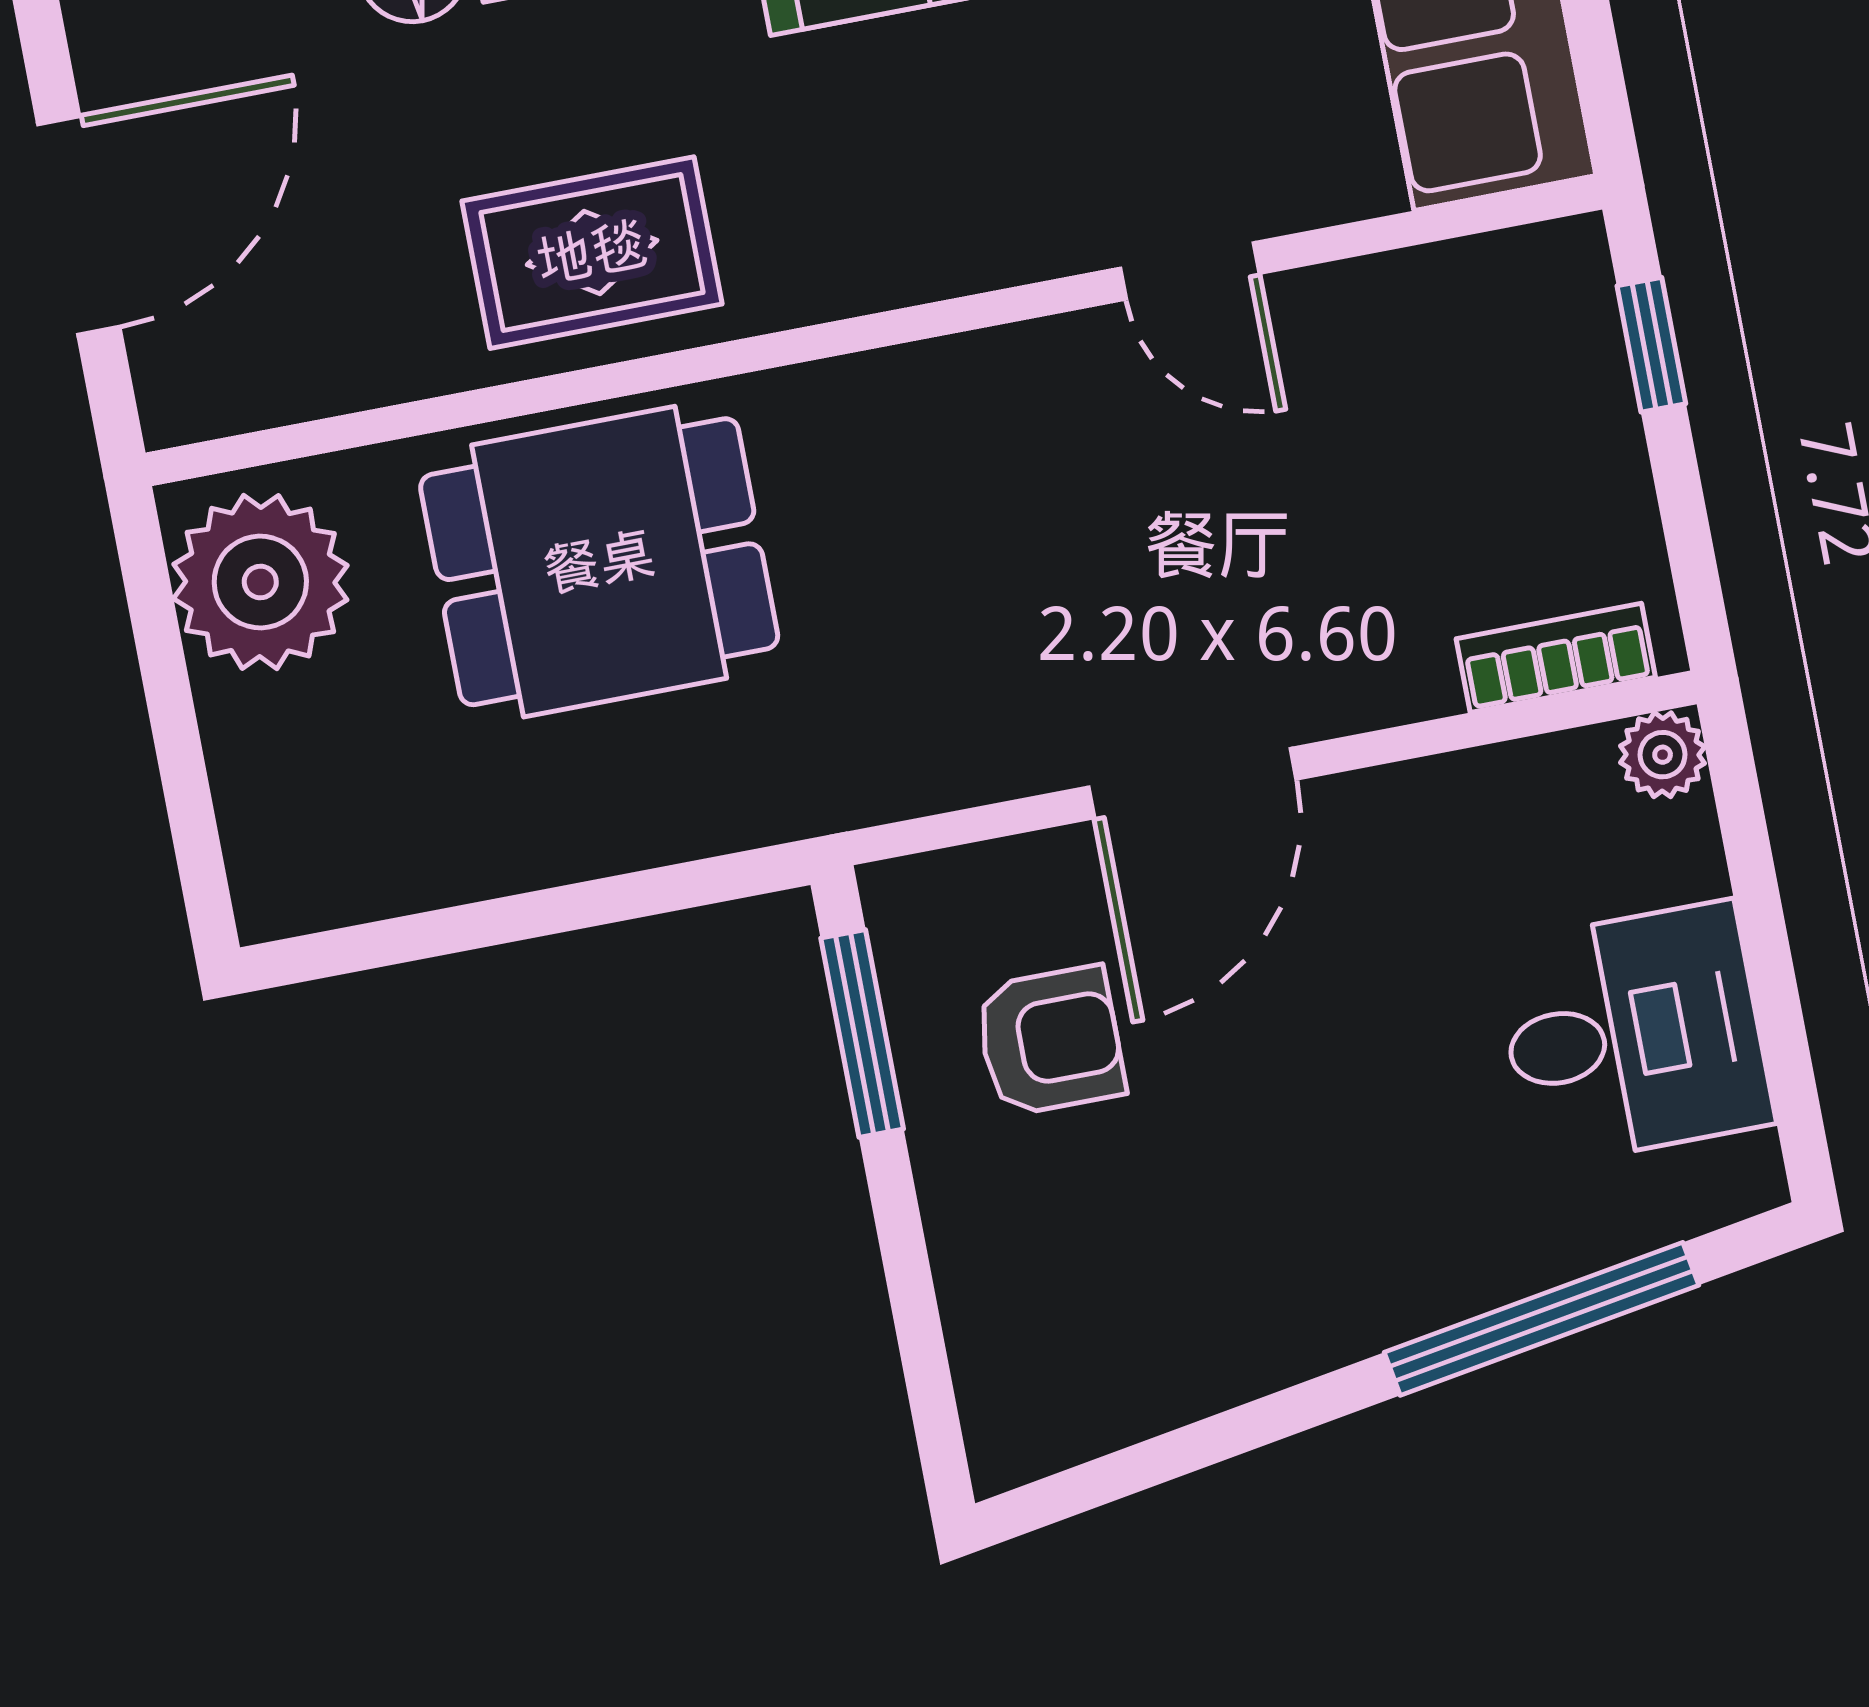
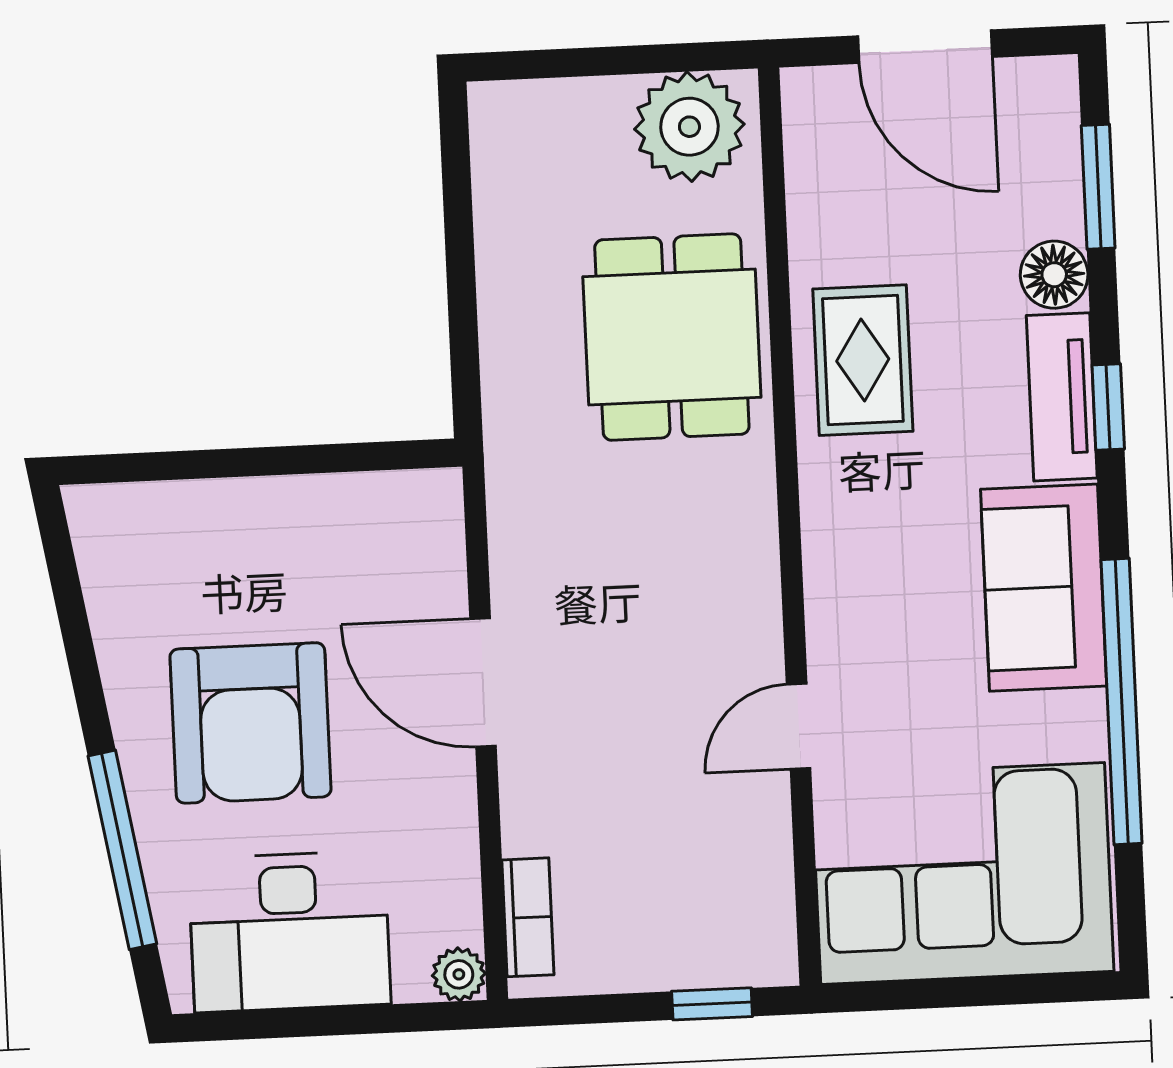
window: (862, 1034) -> (358, 457), removed
desk: (1633, 1034) -> (290, 932), width x1.37
armchair: (1050, 1041) -> (250, 723), moved, width x1.88, depth x1.88

